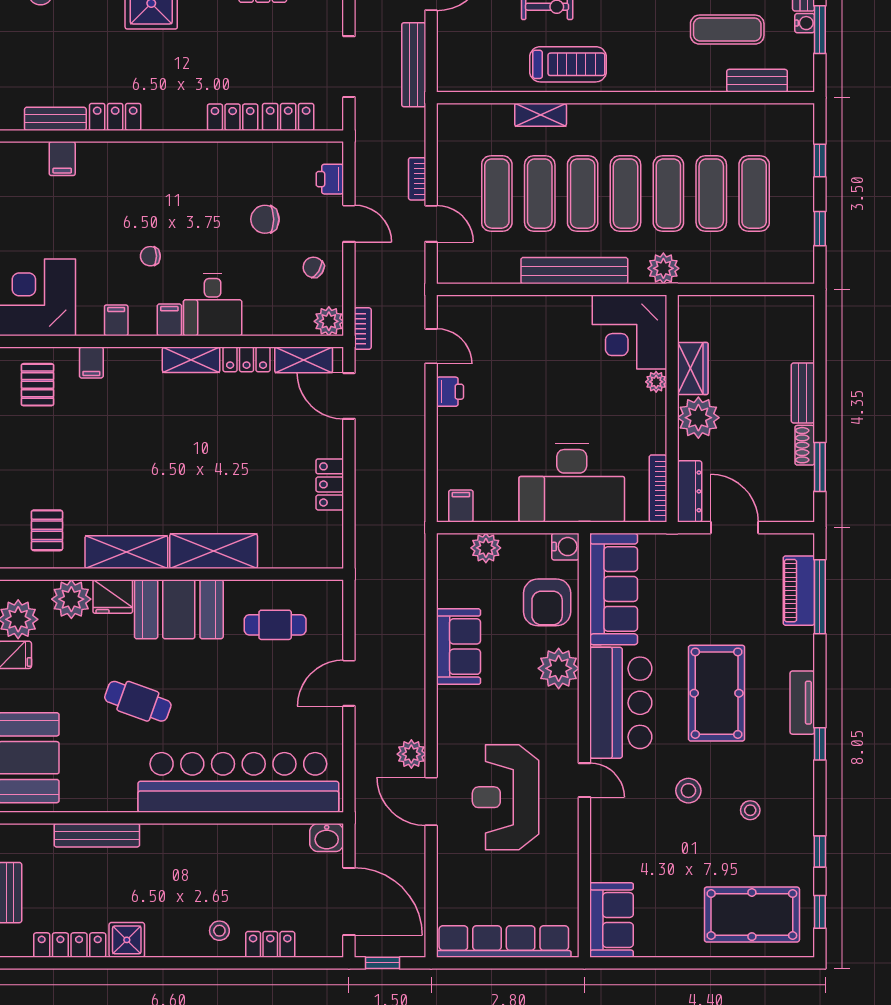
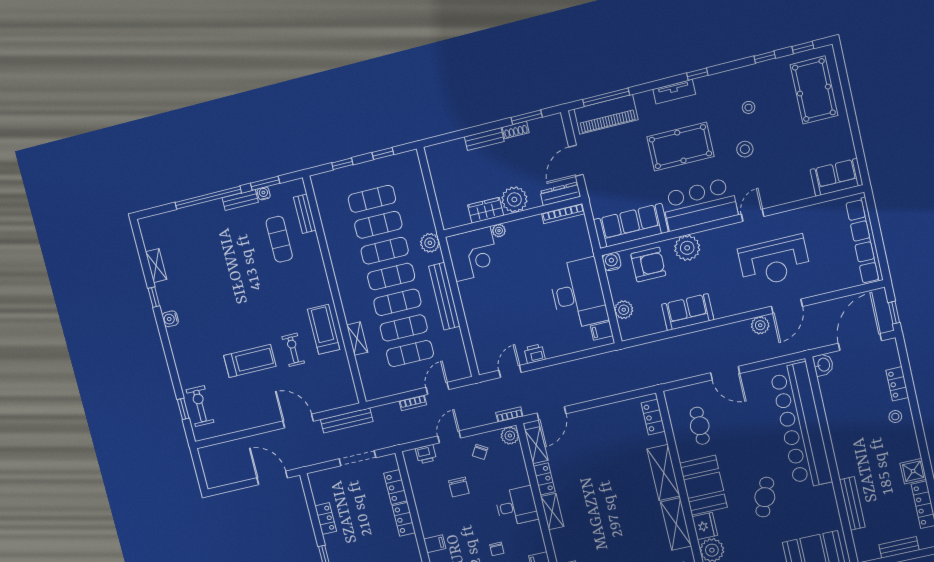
filing cabinet: (169, 320) -> (435, 544), moved, turned 180
desk: (572, 483) -> (578, 294), moved
locker: (330, 484) -> (653, 417), moved, turned 90
piano: (799, 591) -> (606, 114), width x1.37, depth x1.33

